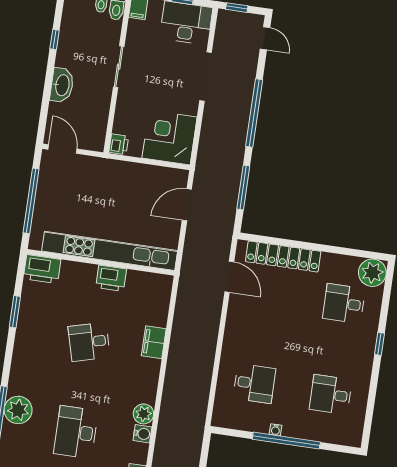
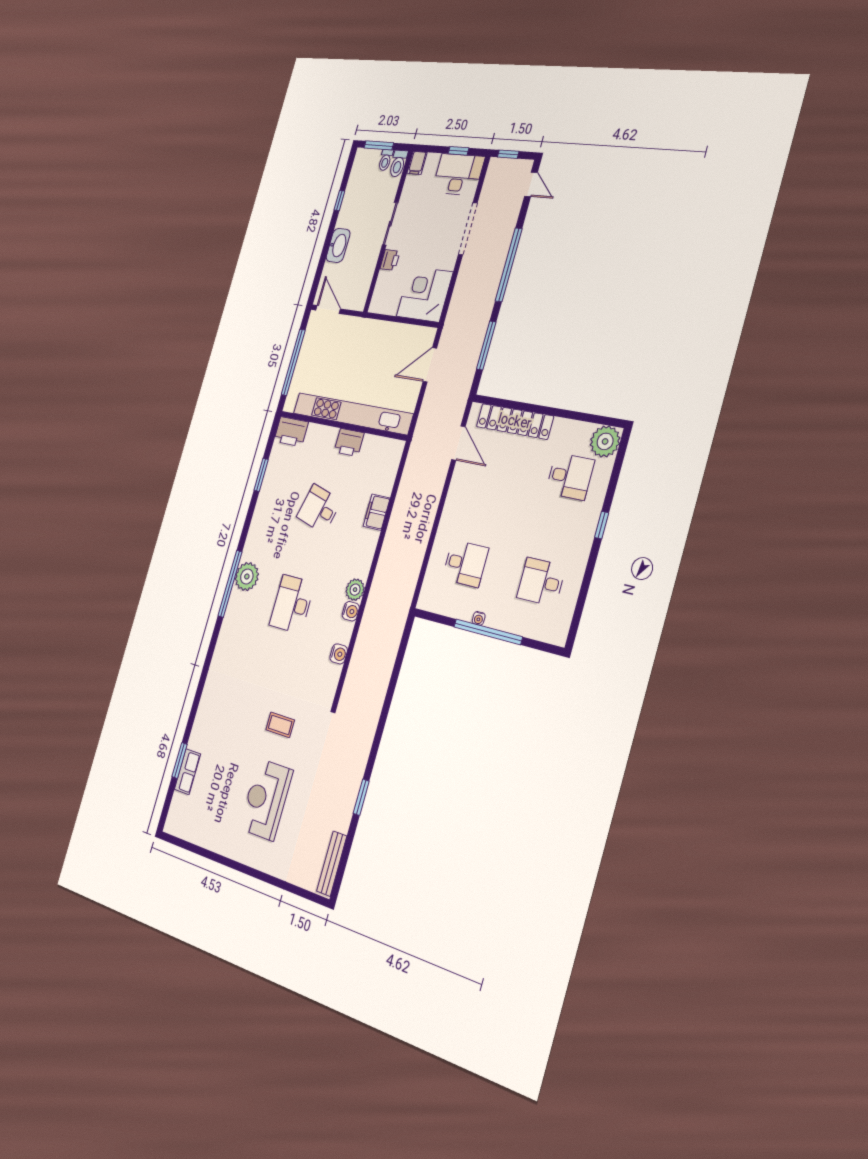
printer: (119, 144) -> (390, 260), moved
desk: (344, 304) -> (570, 476), turned 180
desk: (89, 342) -> (319, 509), turned 30

